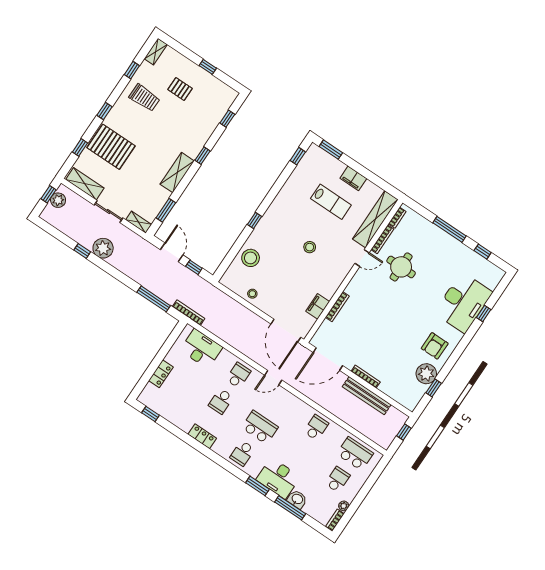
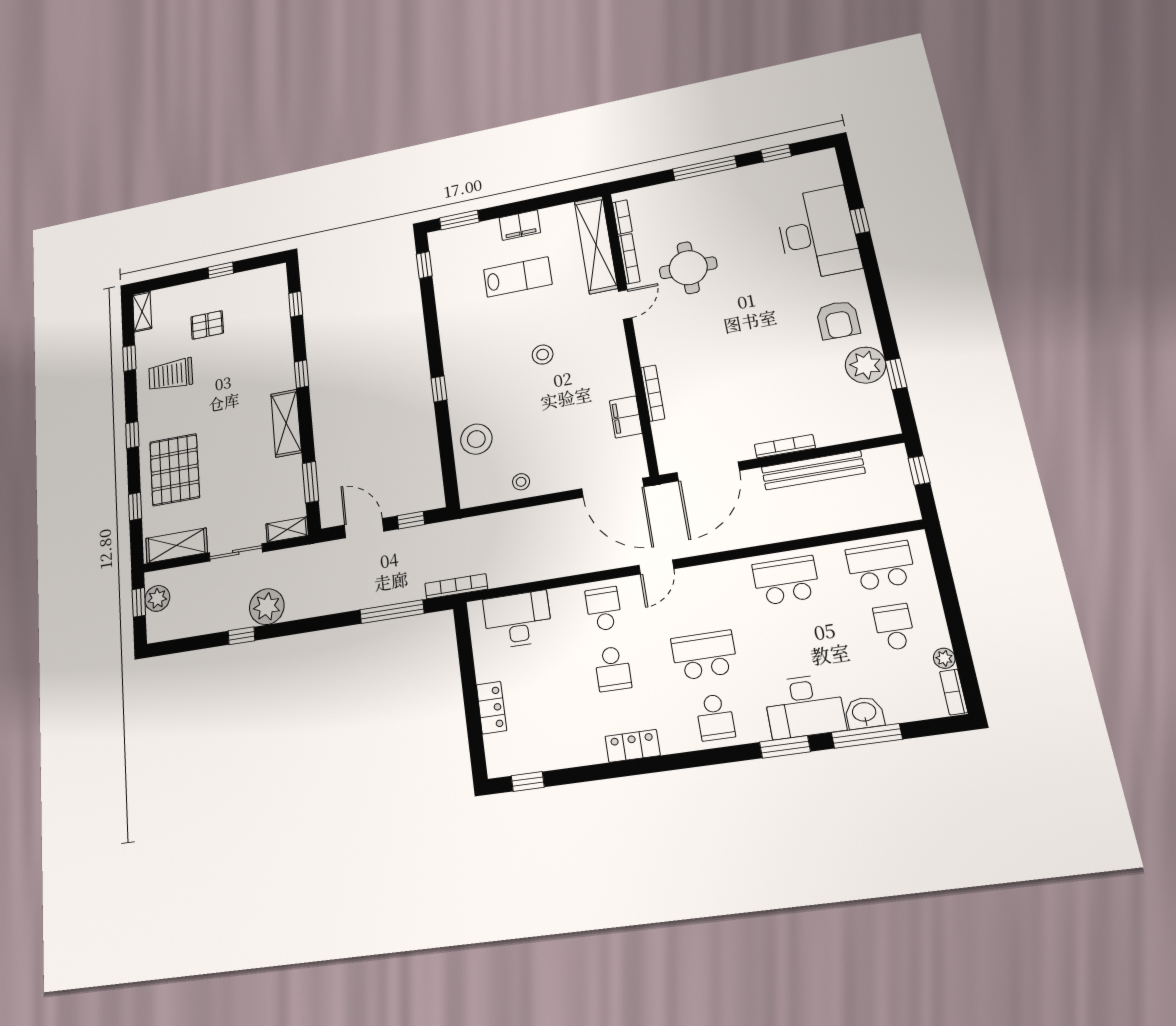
trolley: (144, 98) -> (171, 375), turned 180
pallet: (111, 147) -> (175, 470), turned 90
school desk: (316, 428) -> (786, 580), width x1.85

